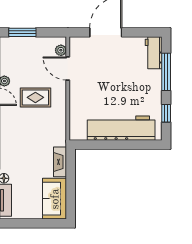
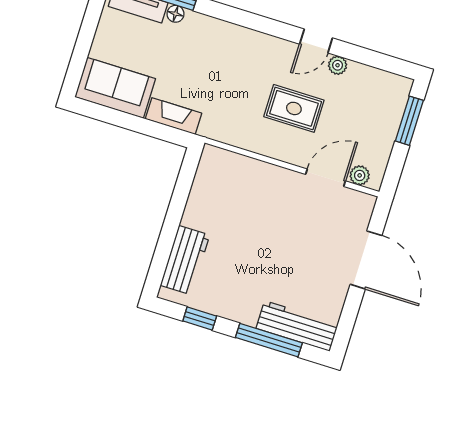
workbench: (154, 53) -> (297, 326), width x1.38
rug: (35, 97) -> (294, 108), turned 90
workbench: (121, 128) -> (185, 260), width x0.53, depth x0.76

